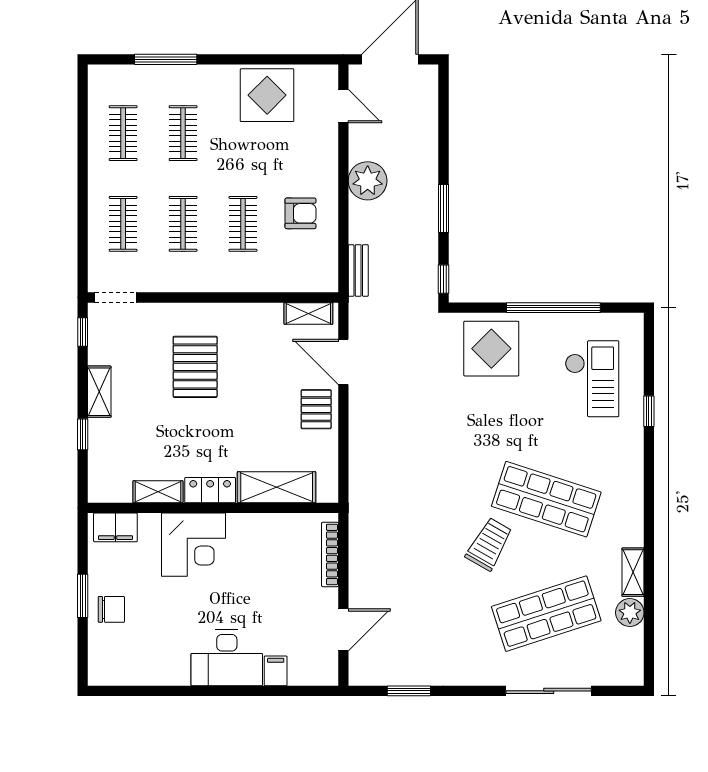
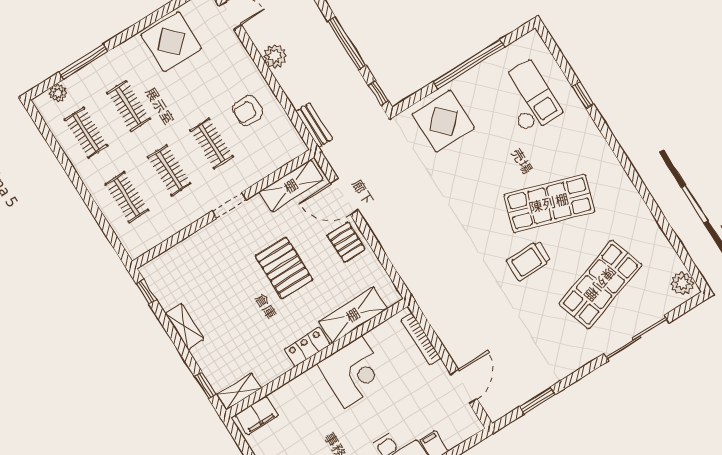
plant: (120, 75) -> (58, 93), added
plant: (368, 181) -> (275, 56), width x0.73, depth x0.73
window: (443, 209) -> (347, 43), width x1.44
armchair: (300, 213) -> (248, 110), turned 180
doorway: (116, 297) -> (229, 205), moved
shelving: (308, 313) -> (291, 186), width x1.50, depth x1.33
pallet: (195, 367) -> (284, 268), moved
window: (83, 434) -> (205, 385), moved
shelving: (158, 492) -> (239, 392), moved
trolley: (489, 544) -> (529, 261), turned -120
corner desk: (194, 545) -> (353, 372), moved
shelving: (633, 572) -> (643, 216), removed
plant: (630, 613) -> (682, 283), moved

